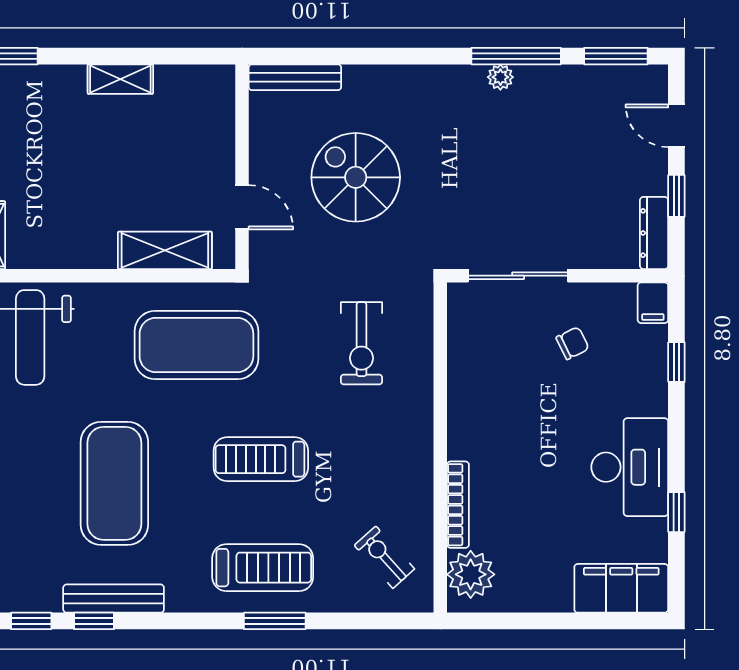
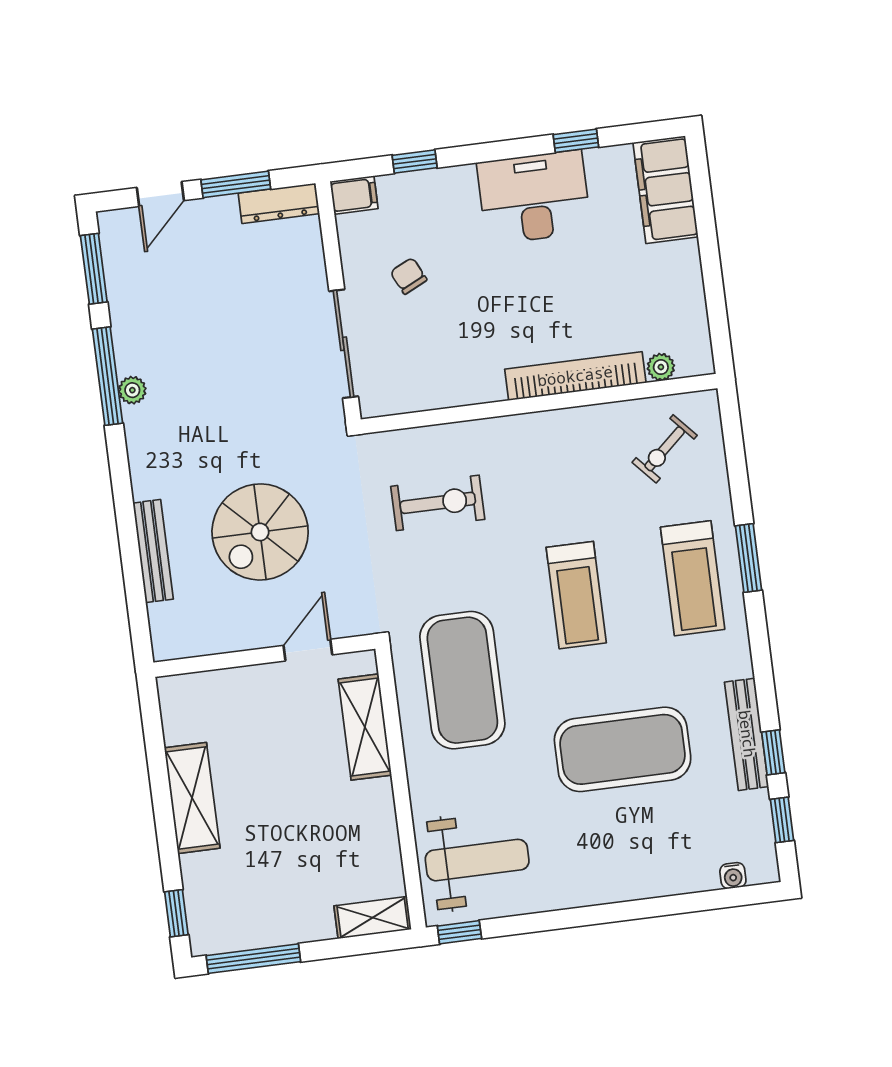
bench: (295, 77) -> (153, 551), moved
shelving: (120, 79) -> (192, 798), width x1.50, depth x1.33
window: (676, 196) -> (236, 184), width x1.50
bookcase: (458, 505) -> (575, 376), width x1.48, depth x1.31
treadmill: (263, 568) -> (693, 578), turned 180
plant: (471, 574) -> (661, 367), width x0.53, depth x0.53

